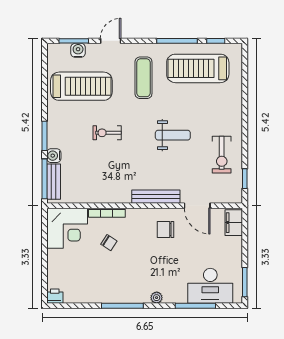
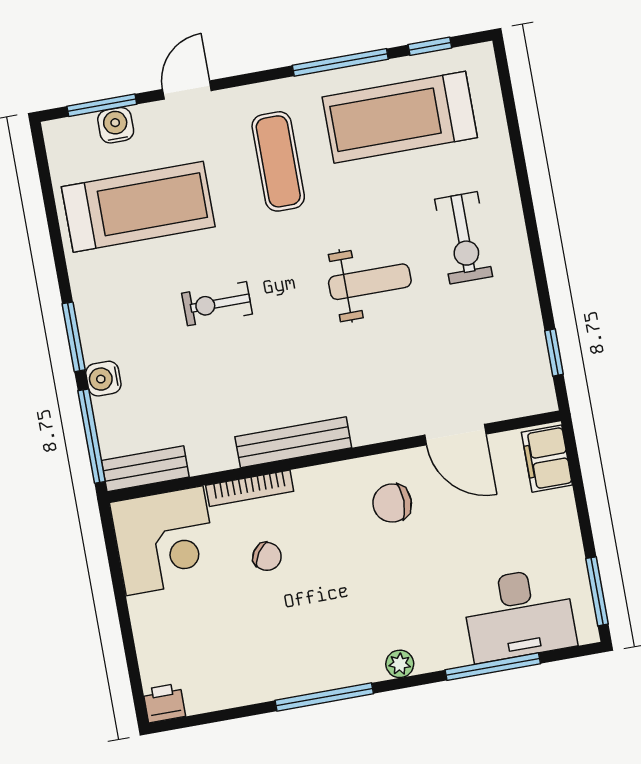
exercise bike: (222, 155) -> (464, 238), moved
bench: (54, 182) -> (145, 469), moved, turned 90
bench: (156, 197) -> (293, 442), moved

